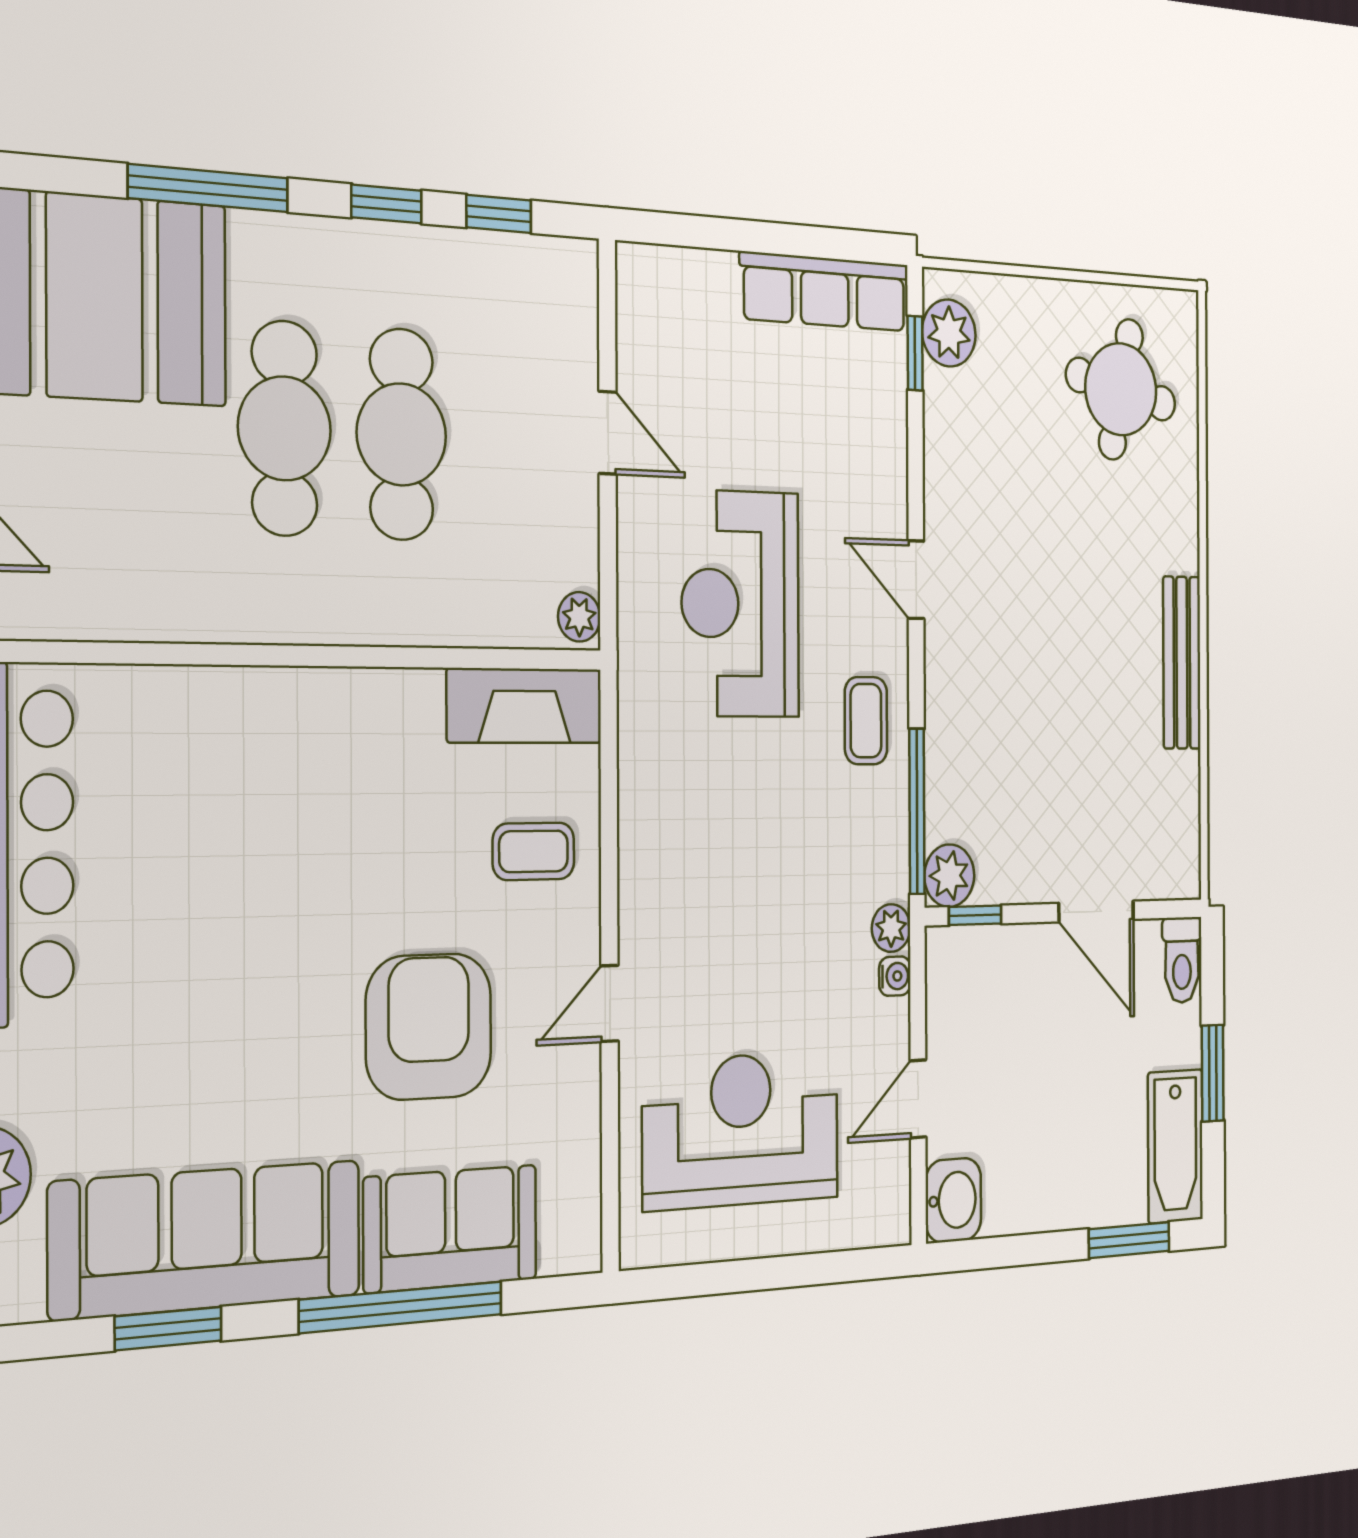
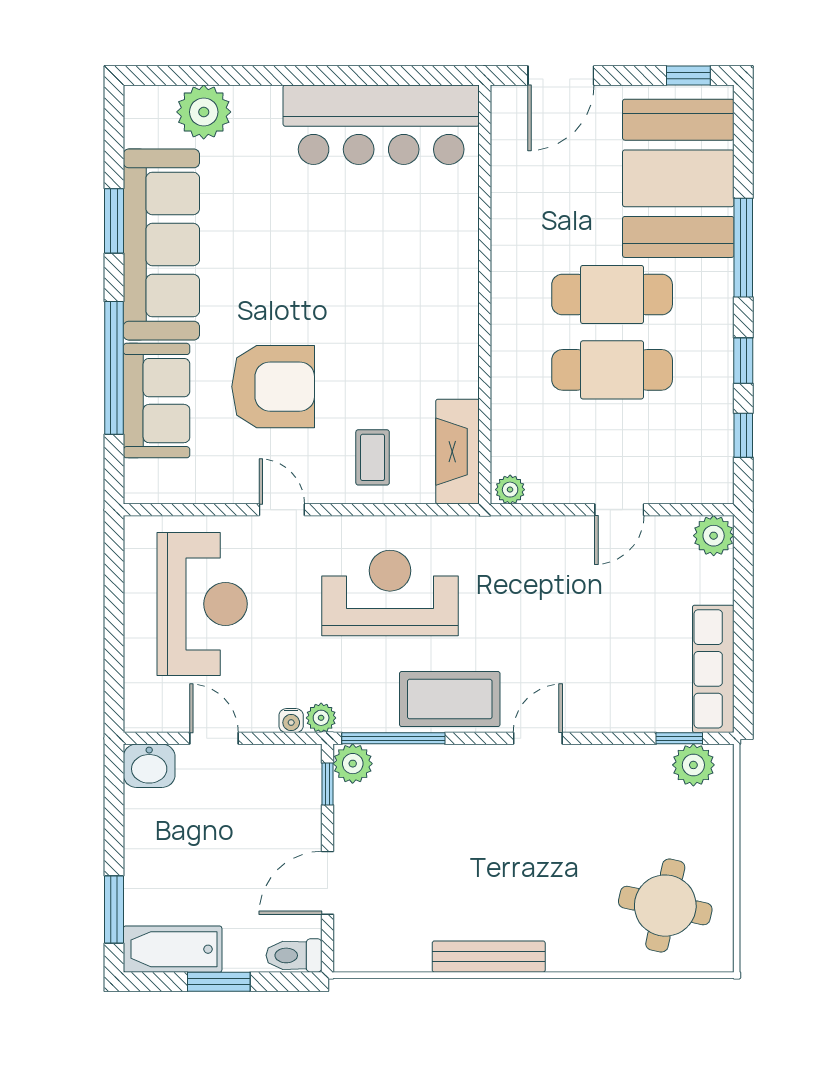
plant: (643, 276) -> (714, 536), added
reception desk: (740, 604) -> (390, 593), moved
coffee table: (866, 721) -> (450, 699), width x1.86, depth x1.72

